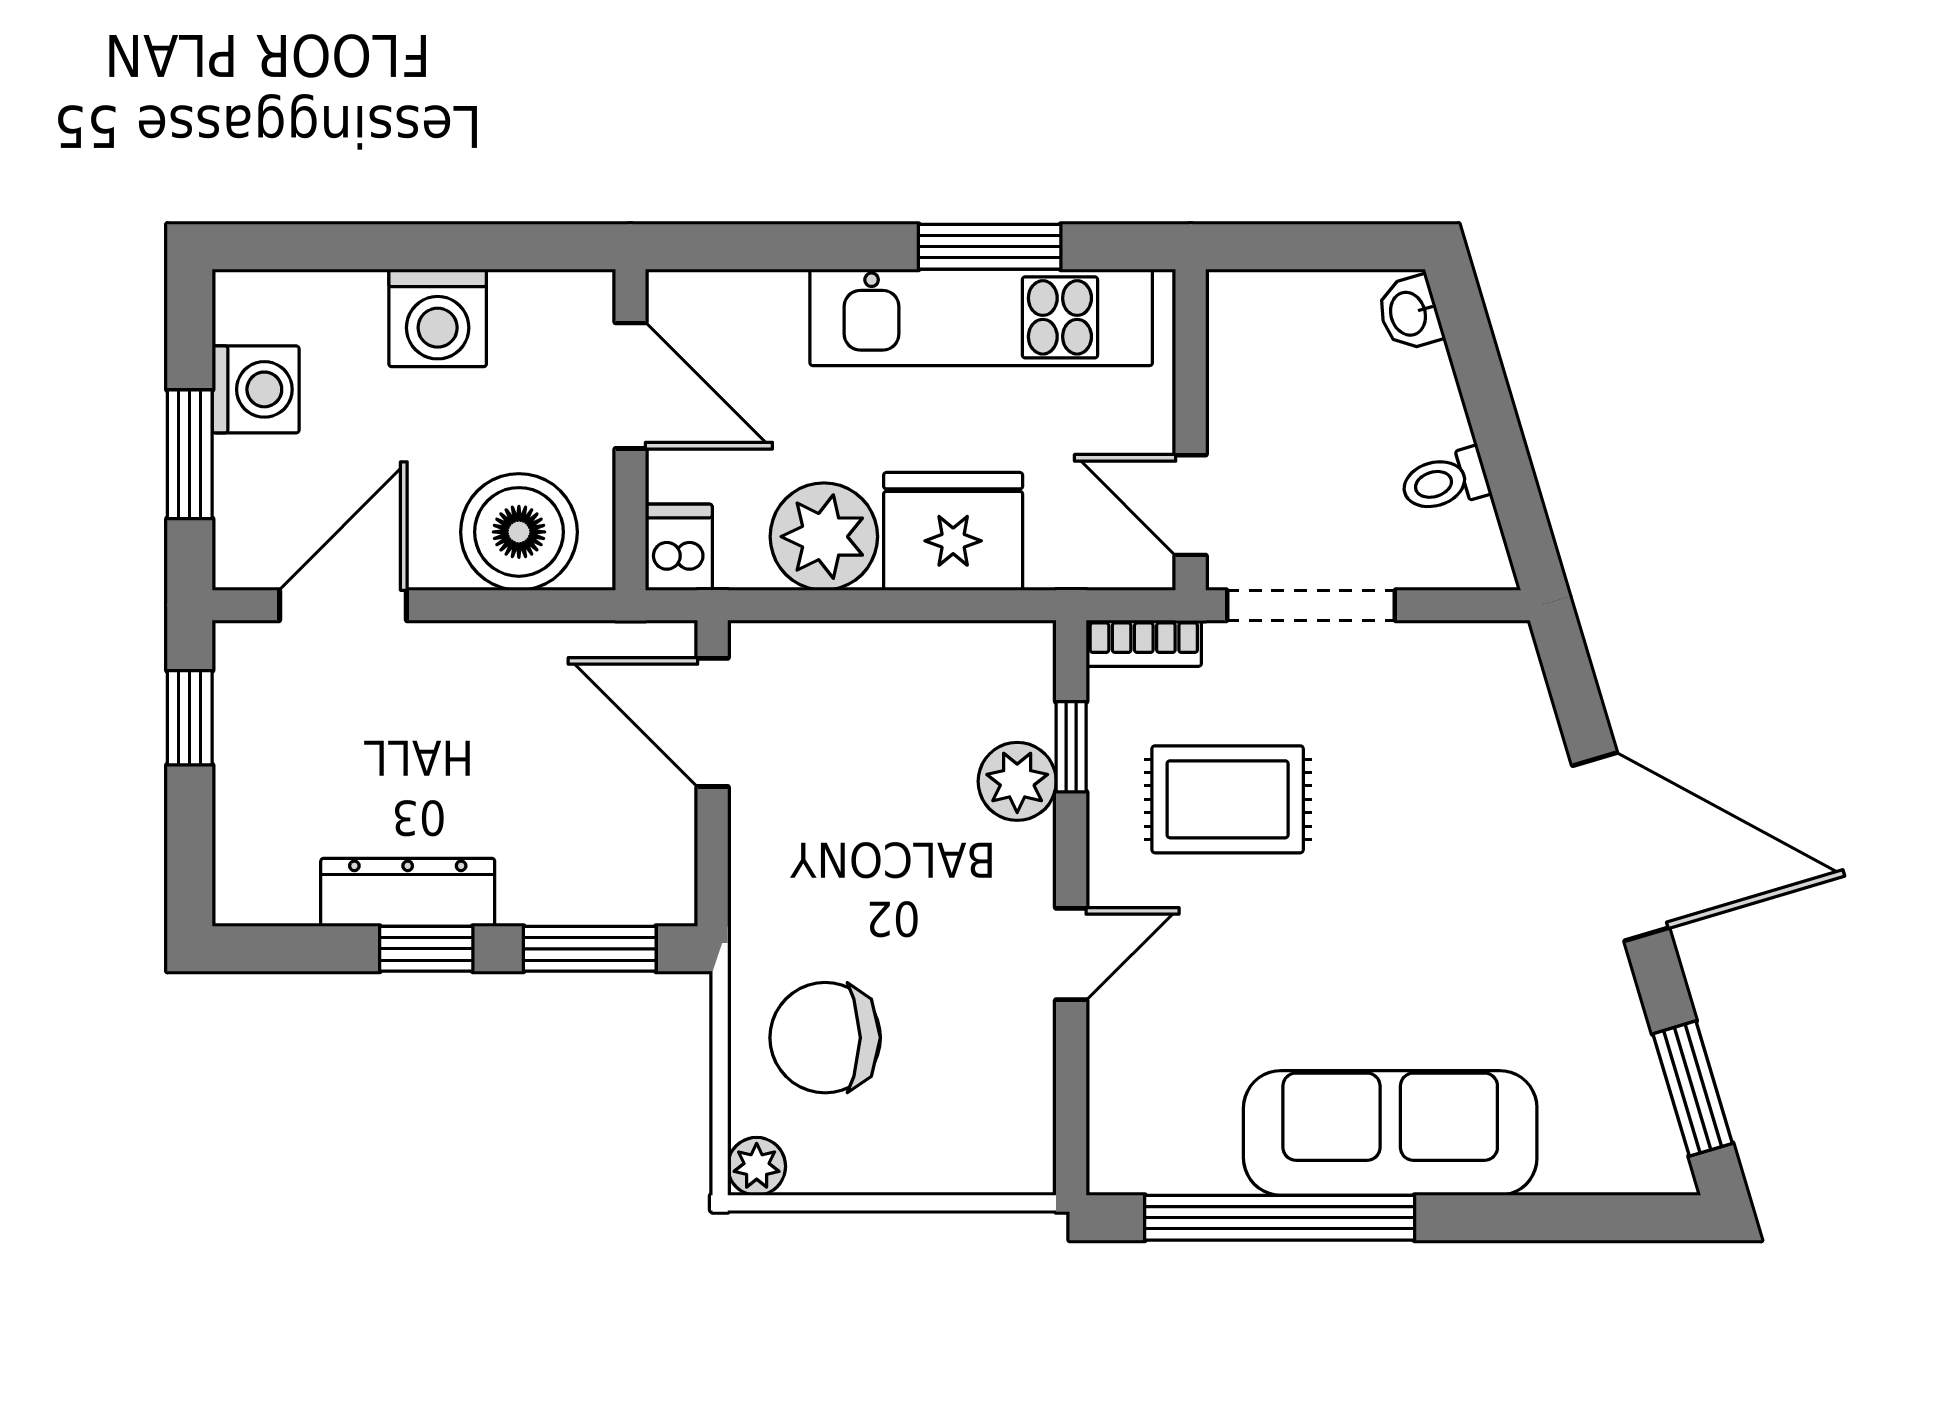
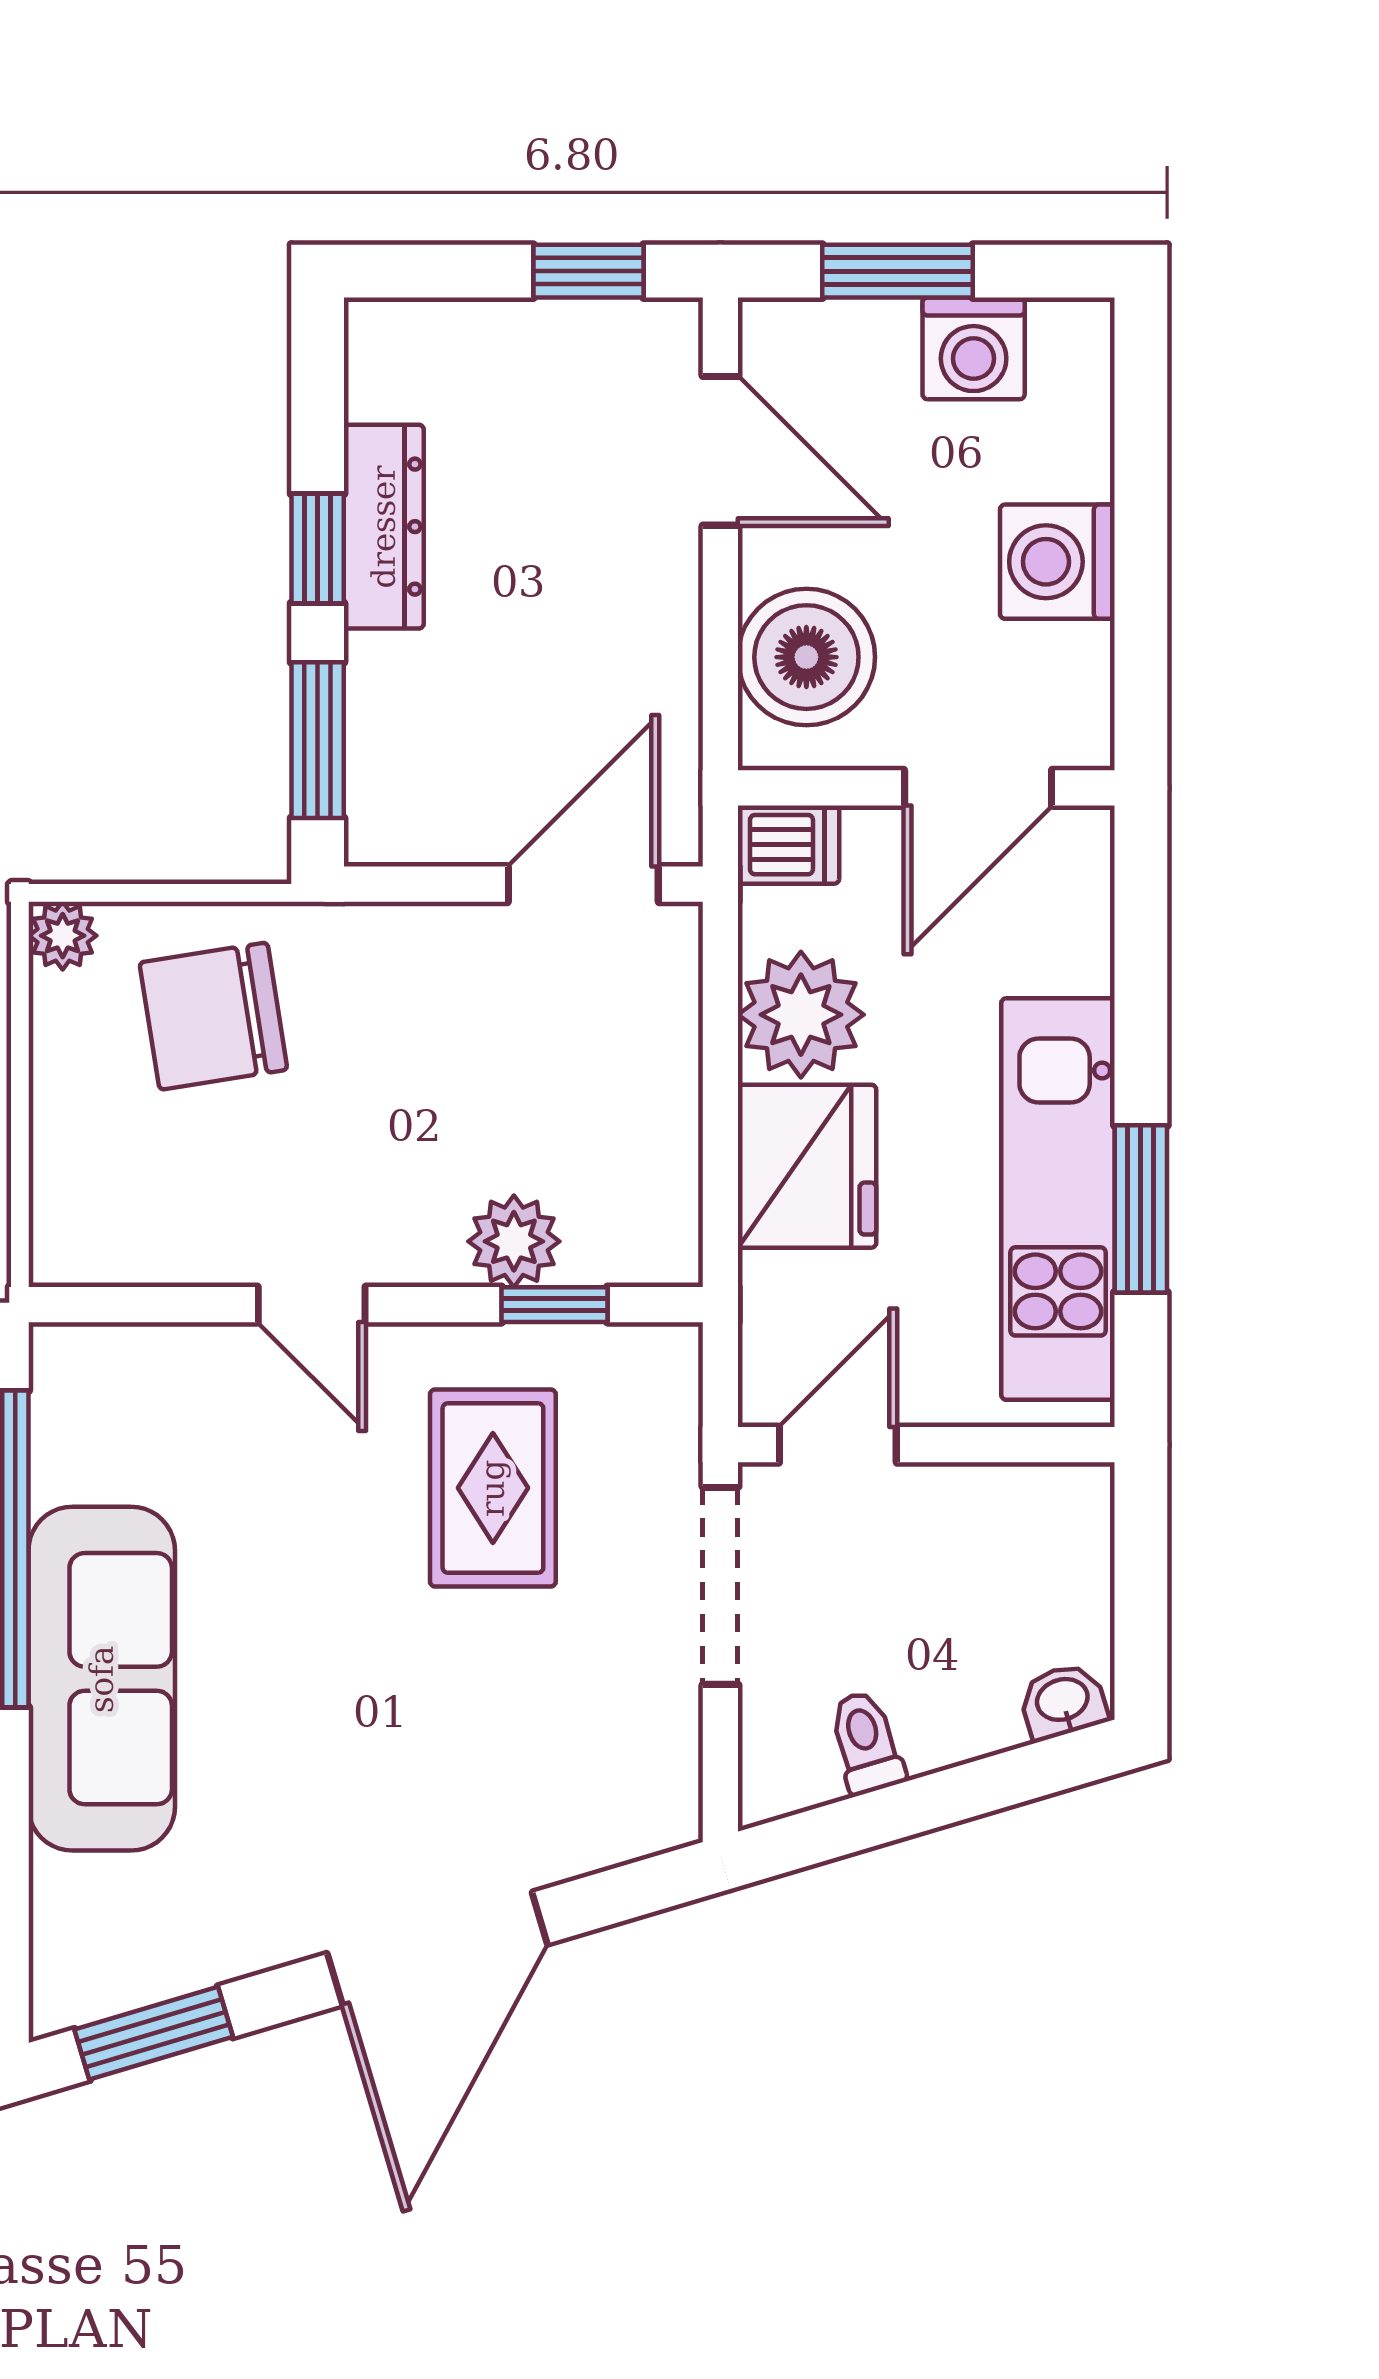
bookcase: (1144, 643) -> (676, 1390), removed
chair: (825, 1038) -> (213, 1016), turned -99

